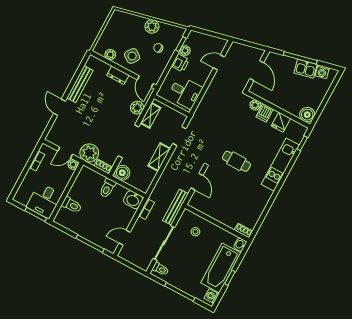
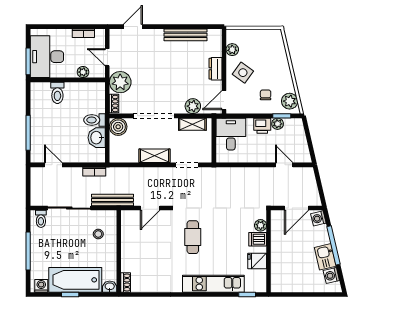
plant: (152, 26) -> (290, 101), moved
washing machine: (274, 58) -> (318, 218), added
desk: (185, 92) -> (231, 134), moved, turned 180
door: (59, 107) -> (133, 27), moved
boiler: (307, 115) -> (279, 284), removed
plant: (73, 165) -> (83, 72), moved
washbasin: (133, 200) -> (97, 138), moved
desk: (44, 201) -> (47, 57), width x1.37

